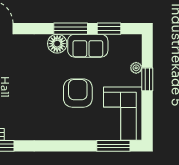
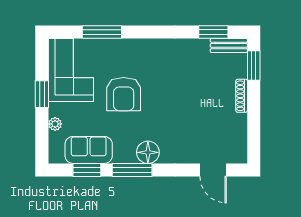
sofa: (88, 46) -> (89, 150), moved
window: (147, 79) -> (42, 94), moved
window: (113, 146) -> (102, 32), moved

